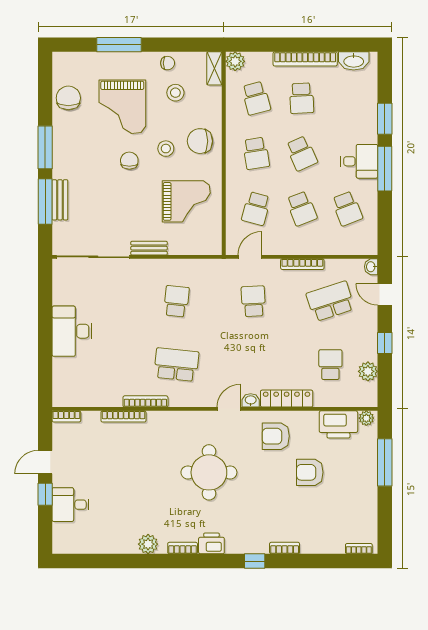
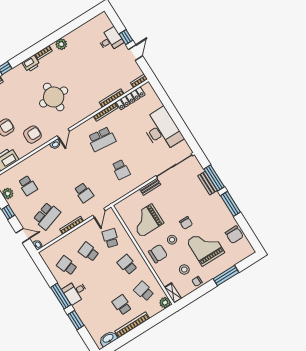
school desk: (302, 153) -> (105, 278), removed
desk: (72, 331) -> (162, 130), width x1.36, depth x1.30
locker: (287, 399) -> (130, 98), moved

